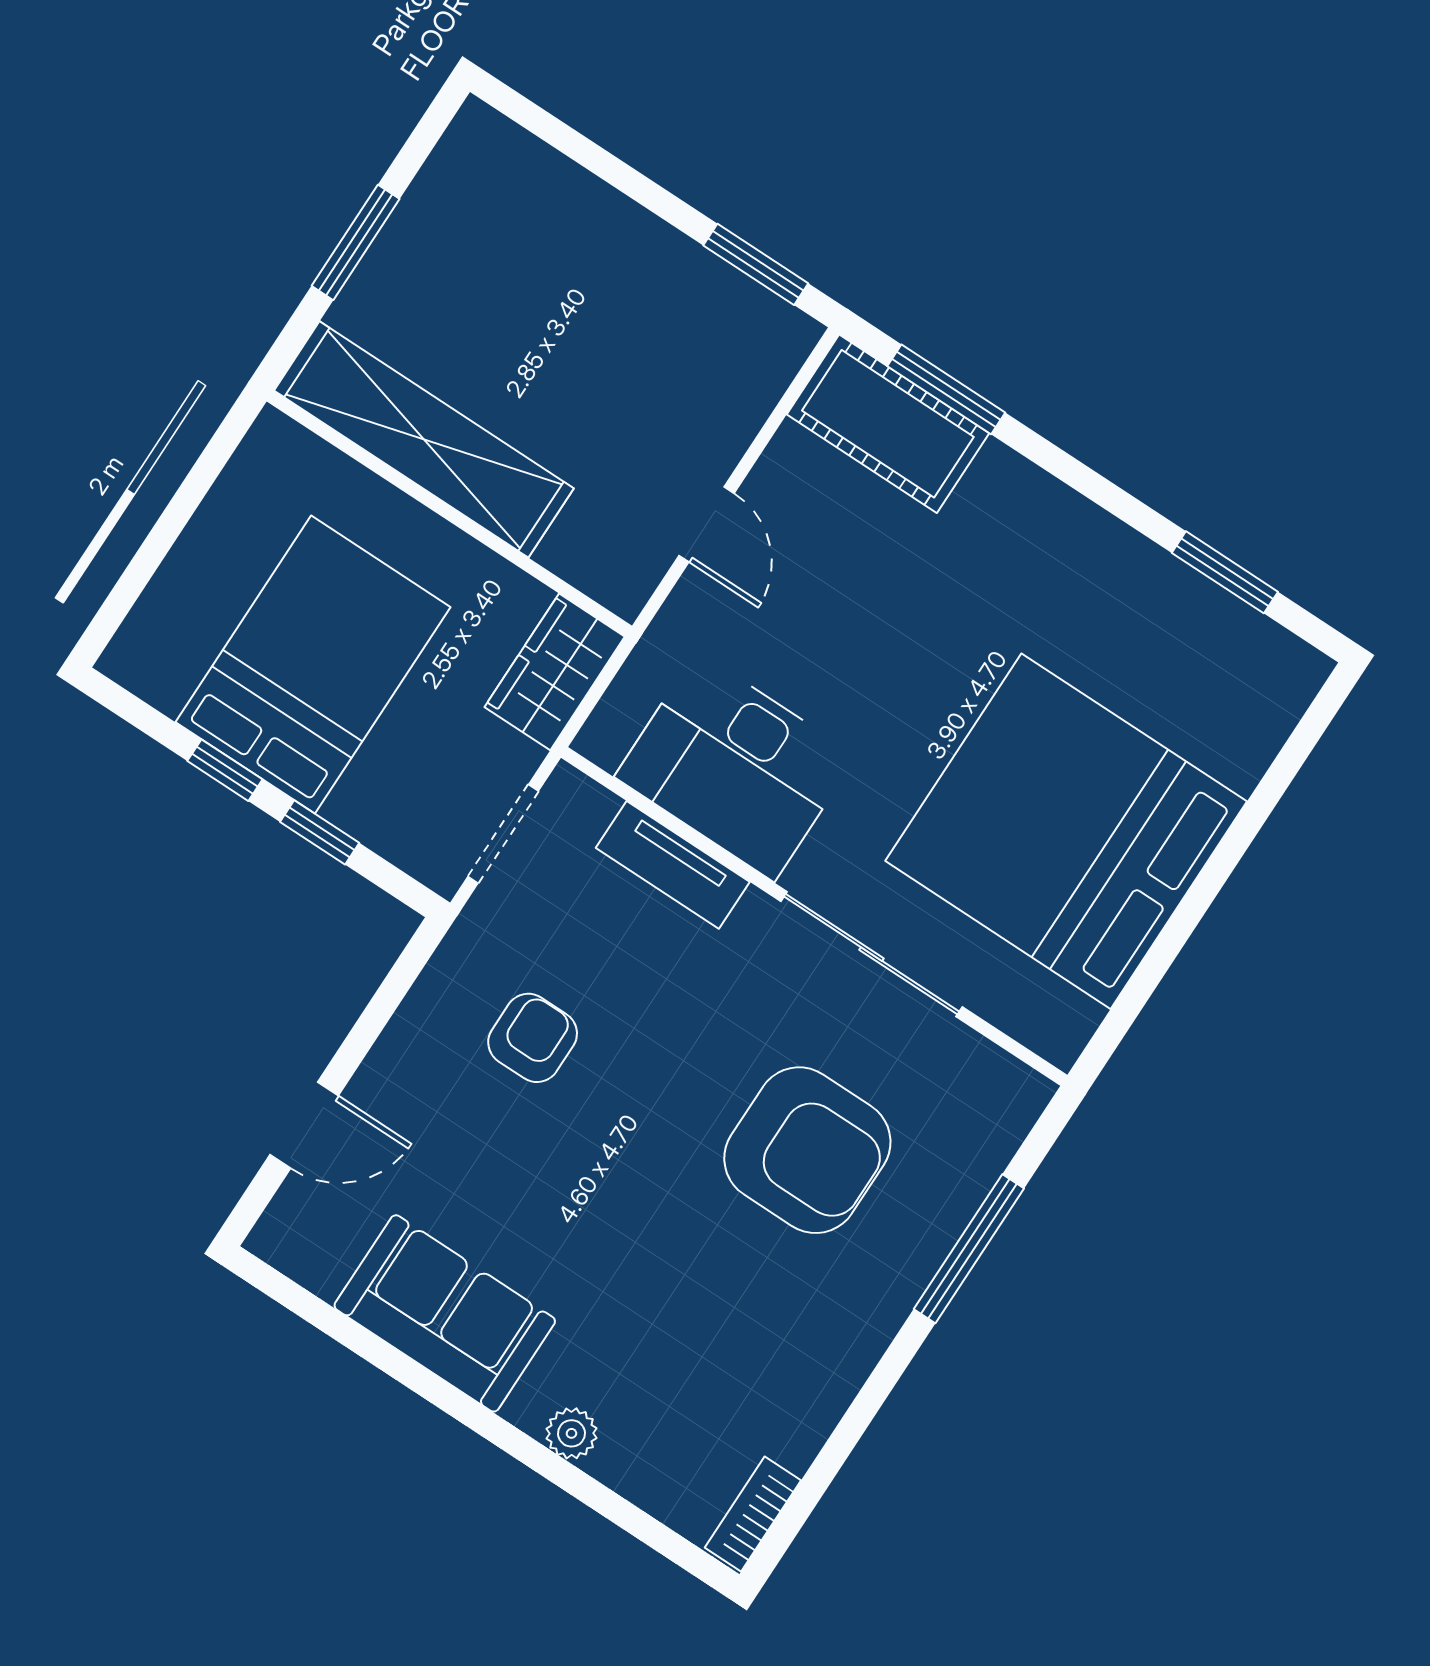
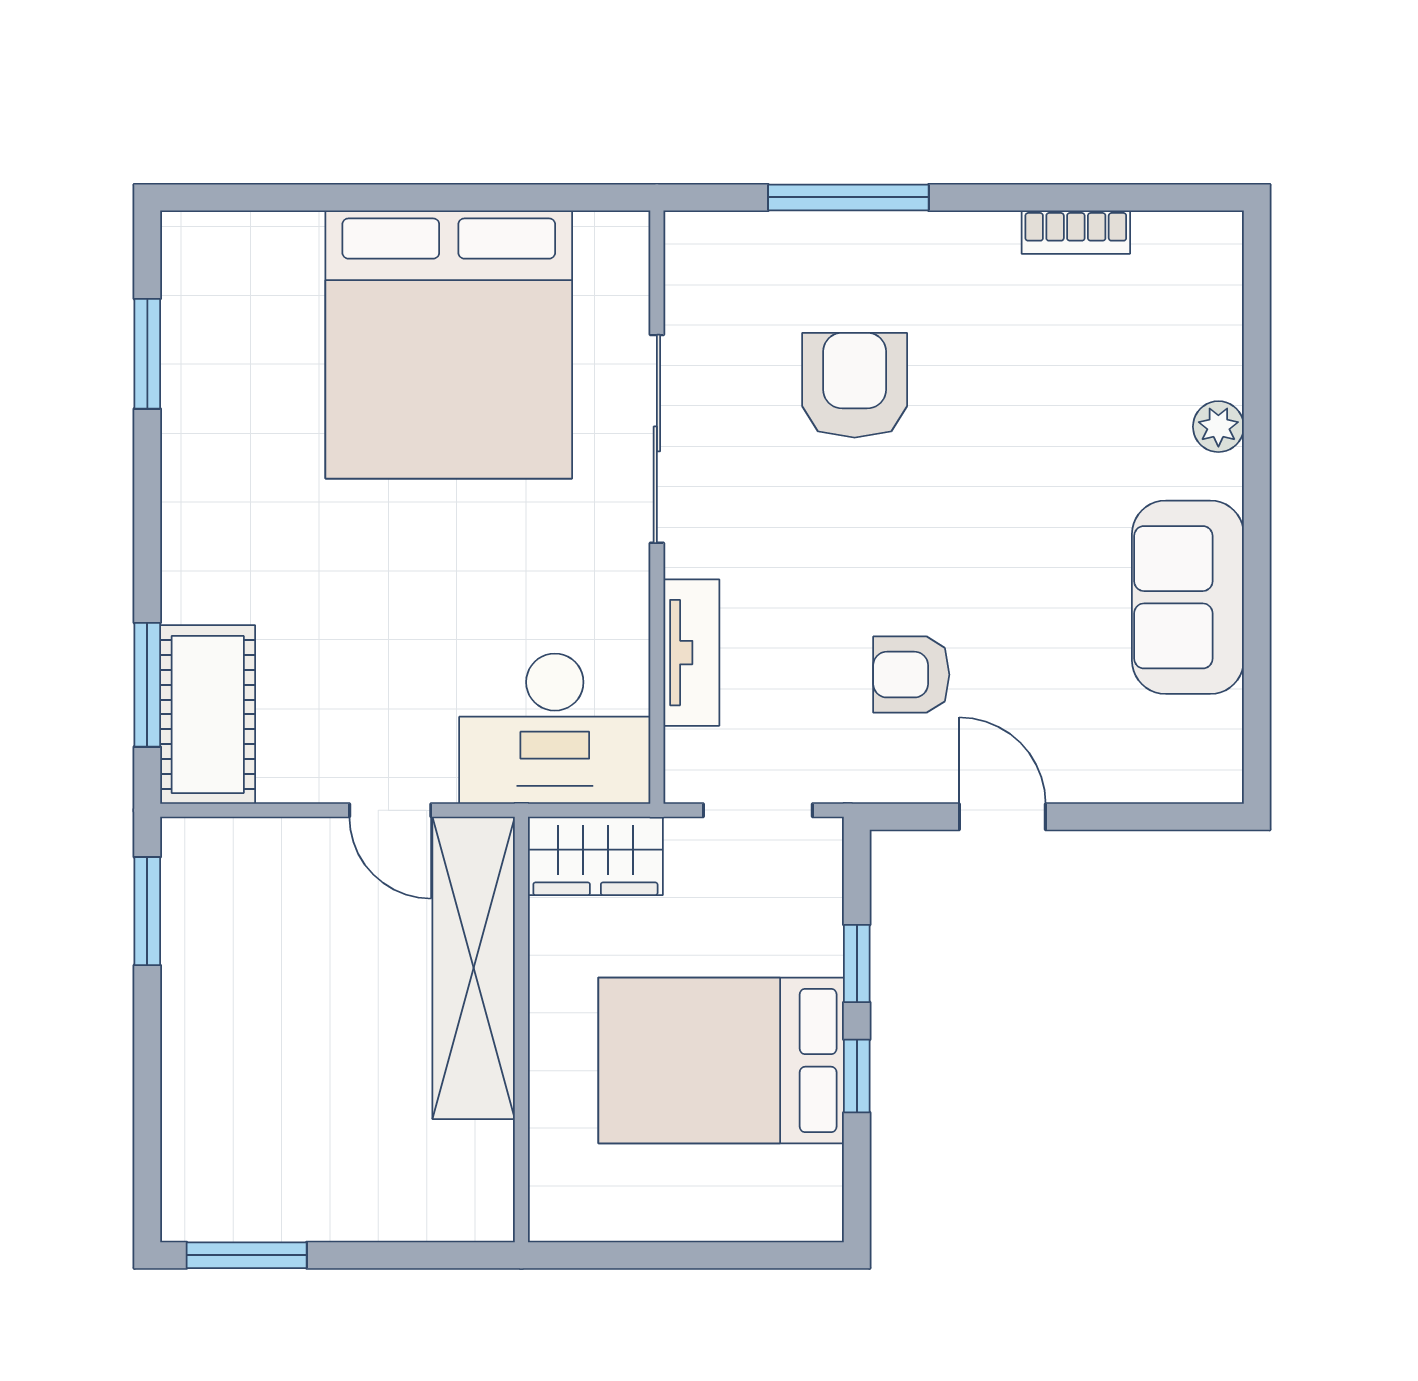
window: (356, 242) -> (247, 1255), moved
shelving: (424, 439) -> (474, 968), moved
door: (706, 524) -> (390, 810), swing flipped
desk: (735, 766) -> (555, 729), moved, turned 90
door: (304, 1125) -> (1002, 817), moved
armchair: (807, 1150) -> (855, 385), width x0.73, depth x0.73
bookcase: (753, 1514) -> (1076, 232), moved

